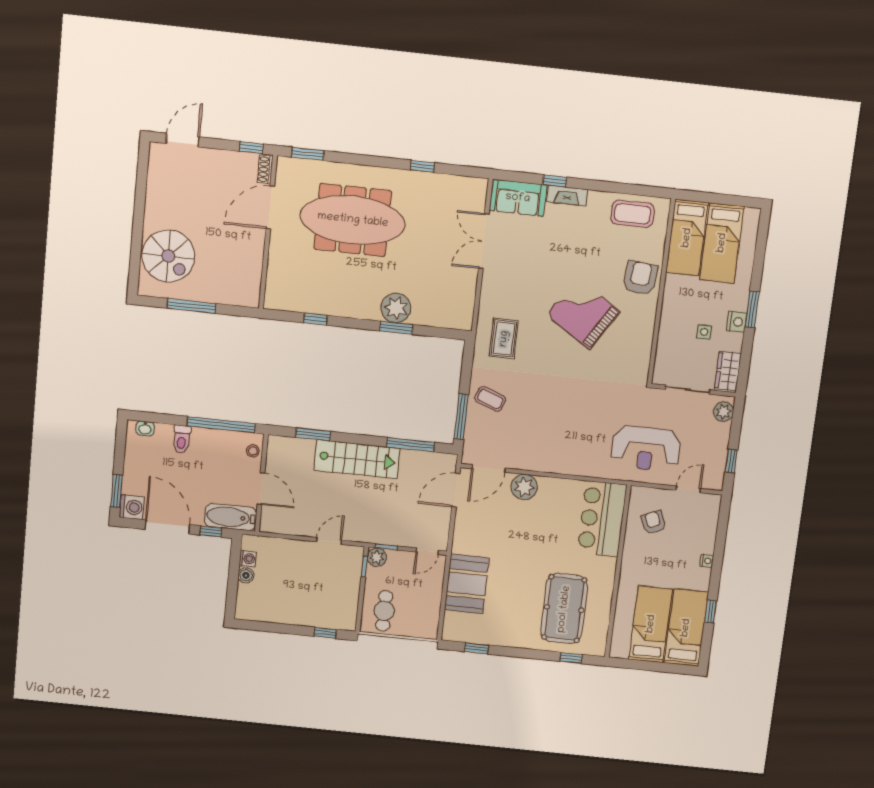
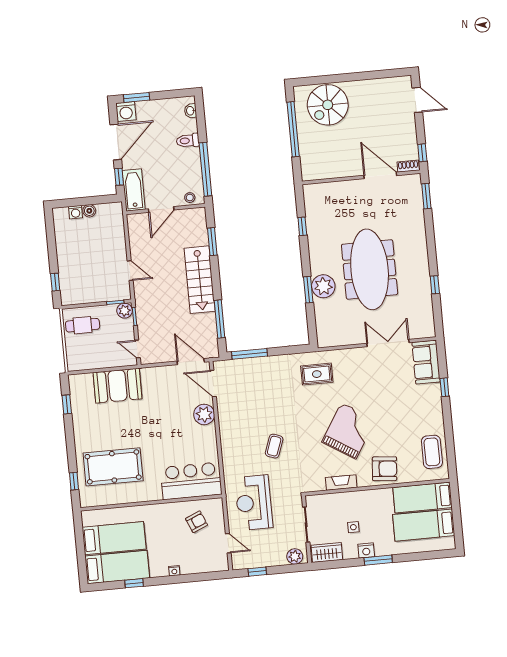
fireplace: (567, 196) -> (341, 483), moved, turned 90
meeting table: (353, 220) -> (370, 269), moved
window: (191, 306) -> (293, 129), width x1.46
coffee table: (490, 399) -> (274, 446), moved
washing machine: (248, 559) -> (76, 212), moved

